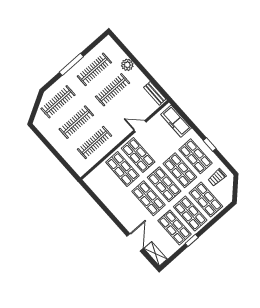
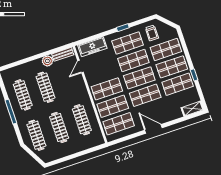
plant: (127, 65) -> (47, 61), moved
door: (140, 126) -> (80, 67), moved
shop shelf: (107, 183) -> (119, 124), added
door: (135, 242) -> (153, 129), moved

